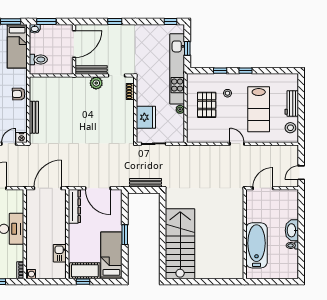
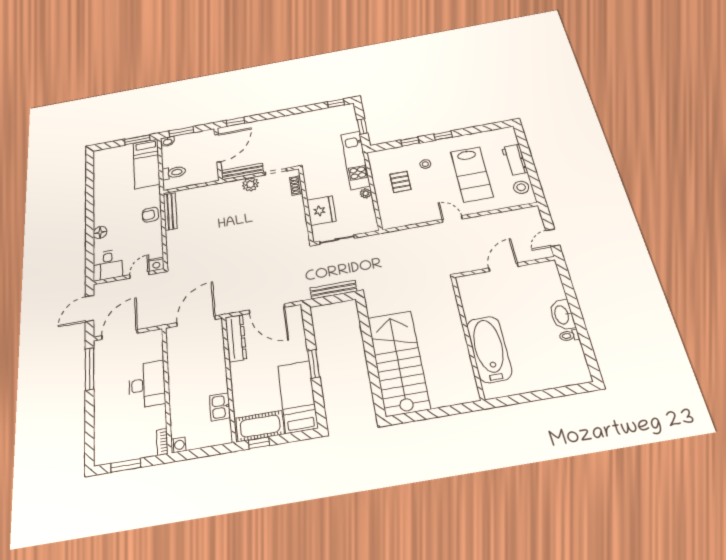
window: (115, 21) -> (236, 122), moved
kitchen unit: (177, 69) -> (355, 160), width x0.73
pallet: (207, 105) -> (400, 182), width x0.67, depth x0.71
bench: (34, 117) -> (170, 211), moved
wall: (245, 234) -> (467, 337), moved
bathtub: (257, 245) -> (489, 349), moved

